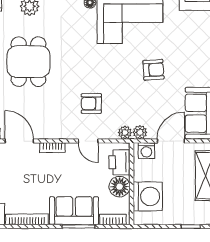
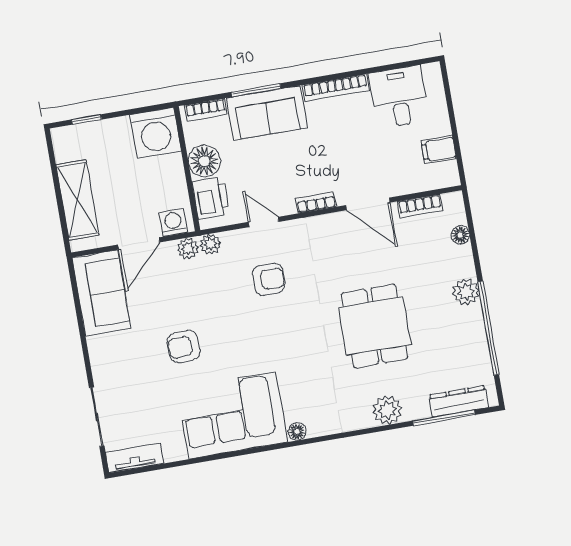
washing machine: (148, 196) -> (155, 133), moved, turned -90

